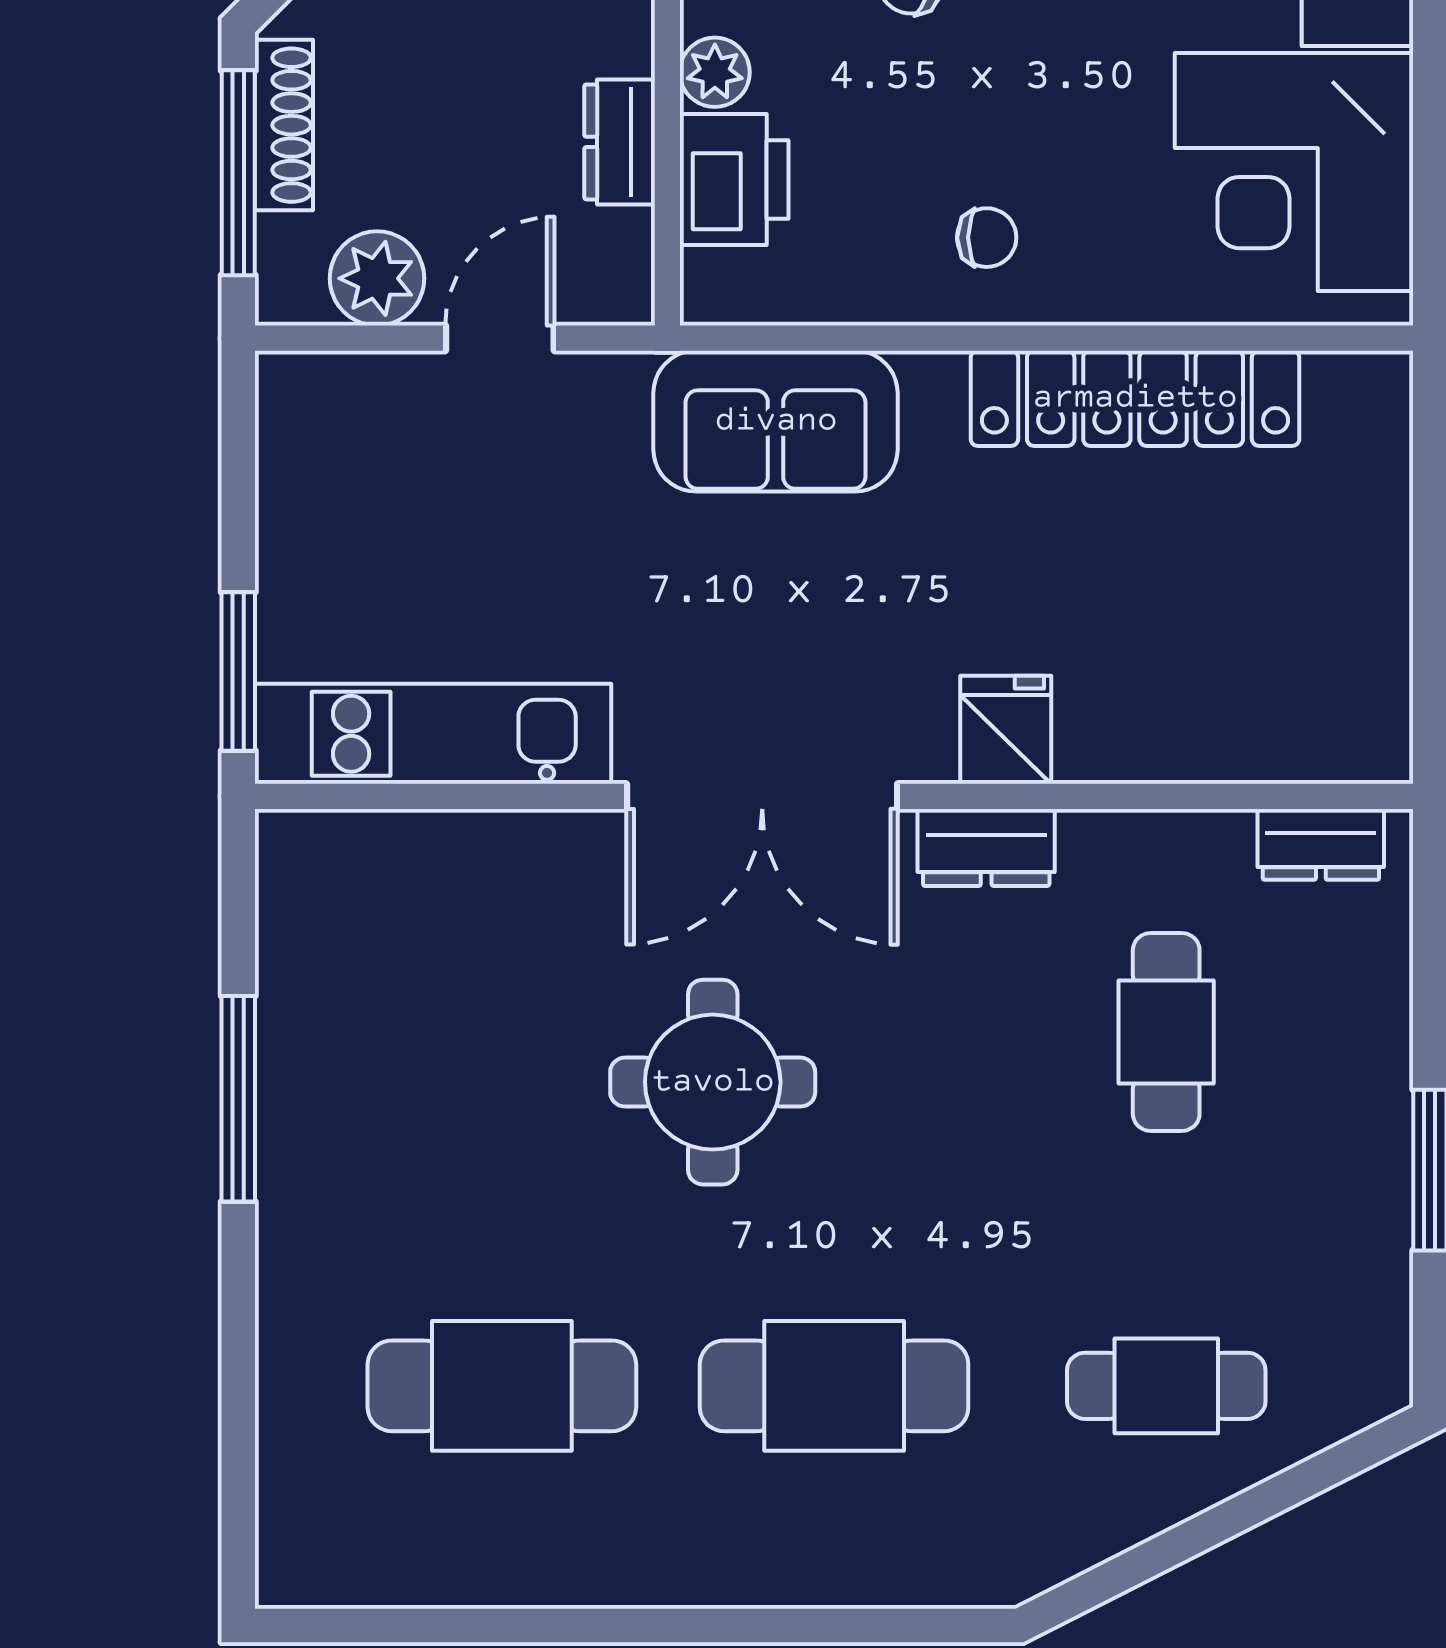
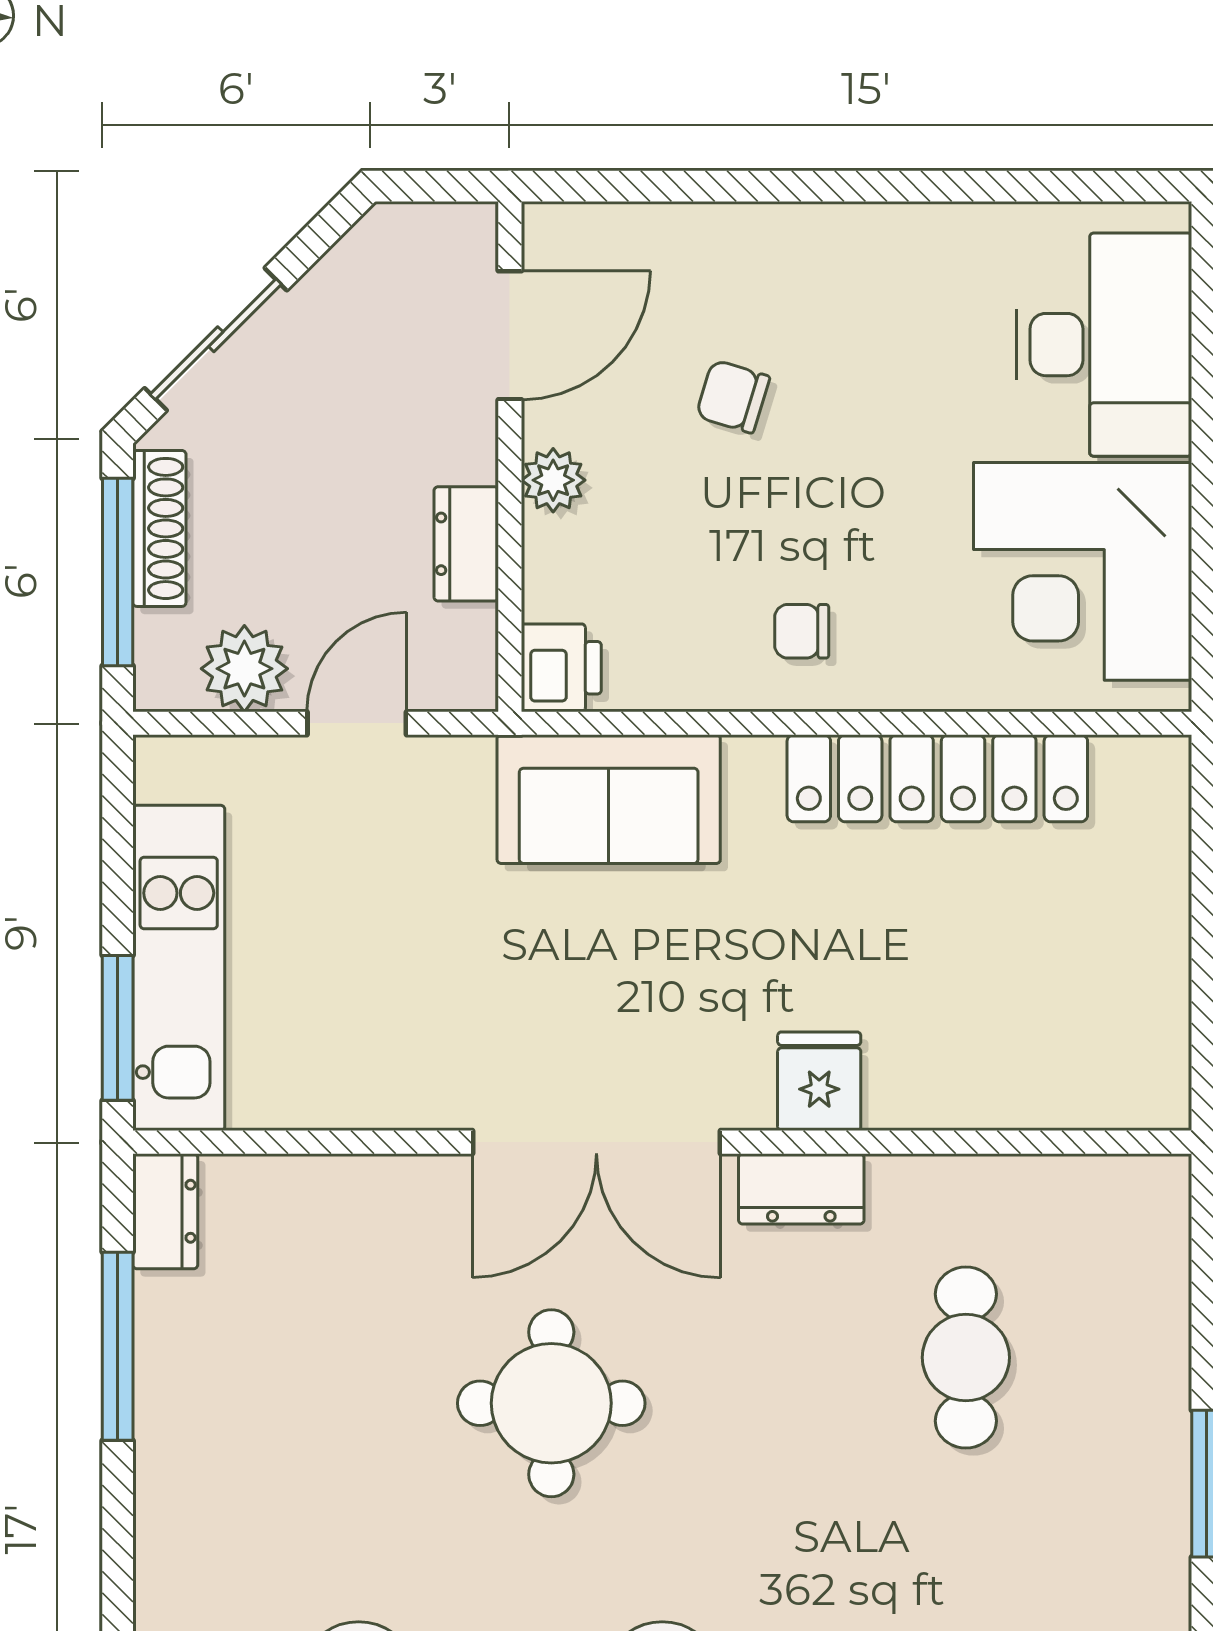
printer: (734, 179) -> (561, 668), moved, width x0.73, depth x0.81
chair: (987, 238) -> (802, 631), turned 180
kitchen unit: (433, 734) -> (179, 968), moved, turned 90
dresser: (1321, 844) -> (165, 1211), moved, turned -90
window: (238, 1099) -> (118, 1346), moved

